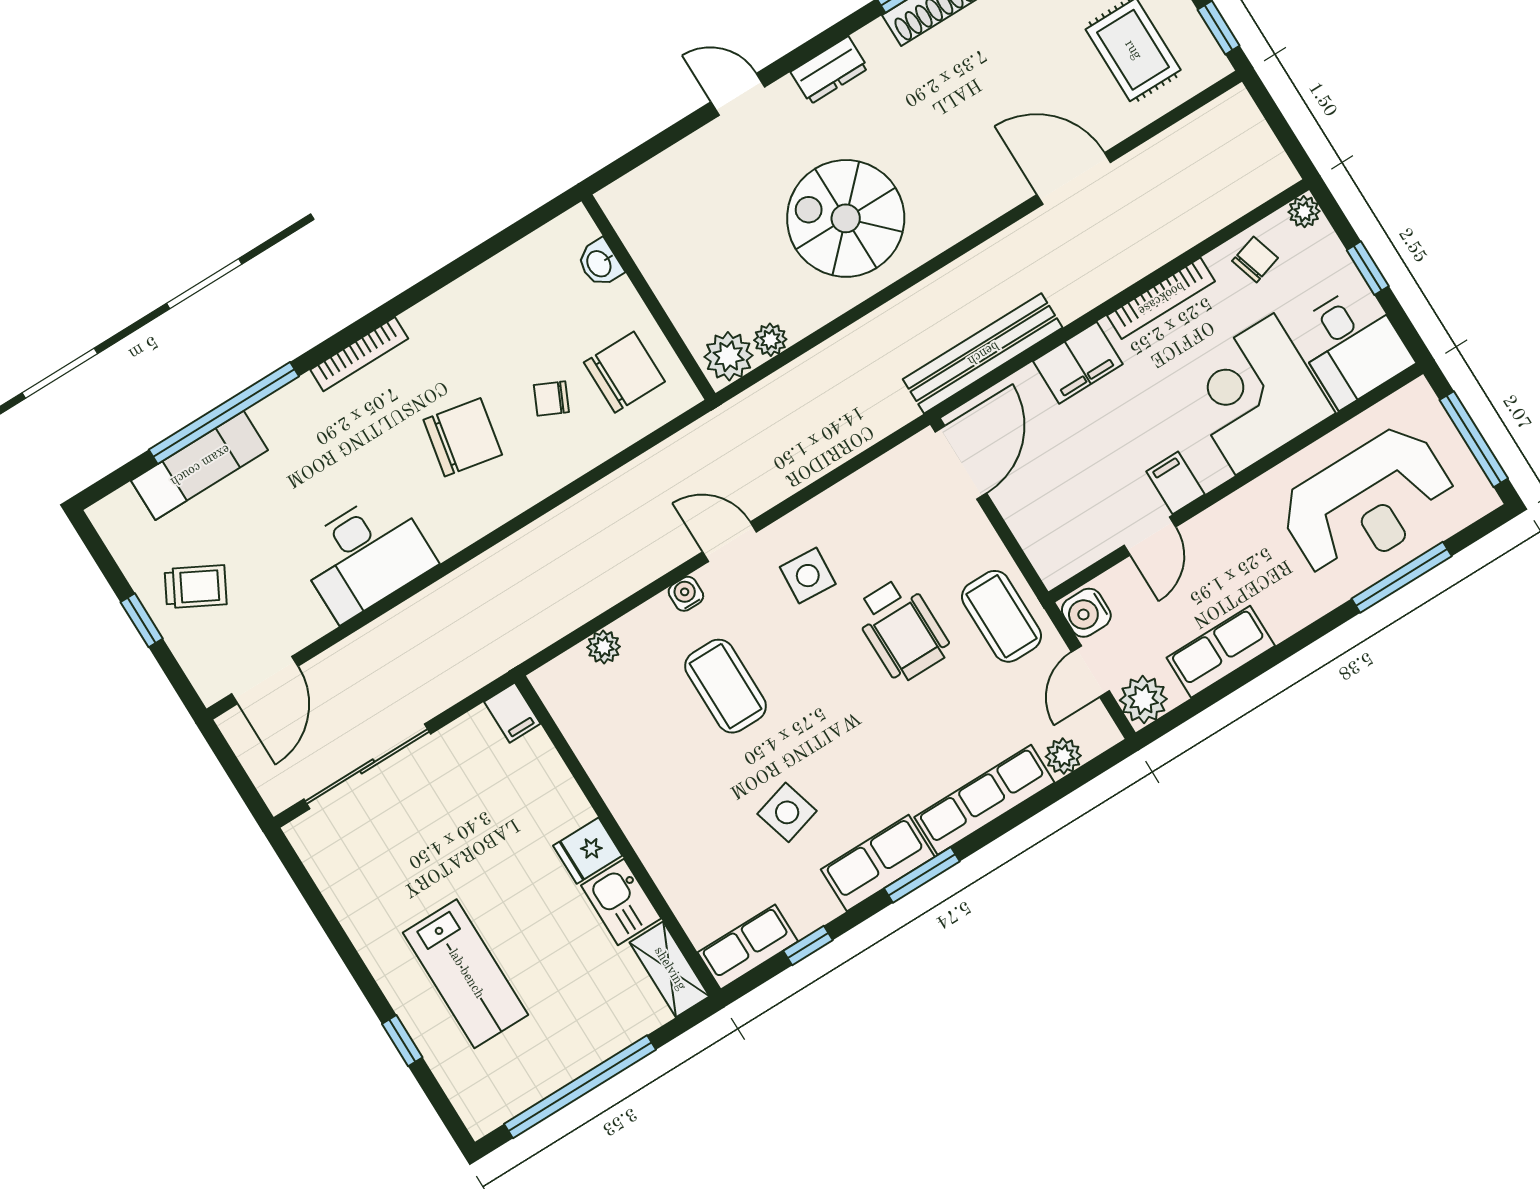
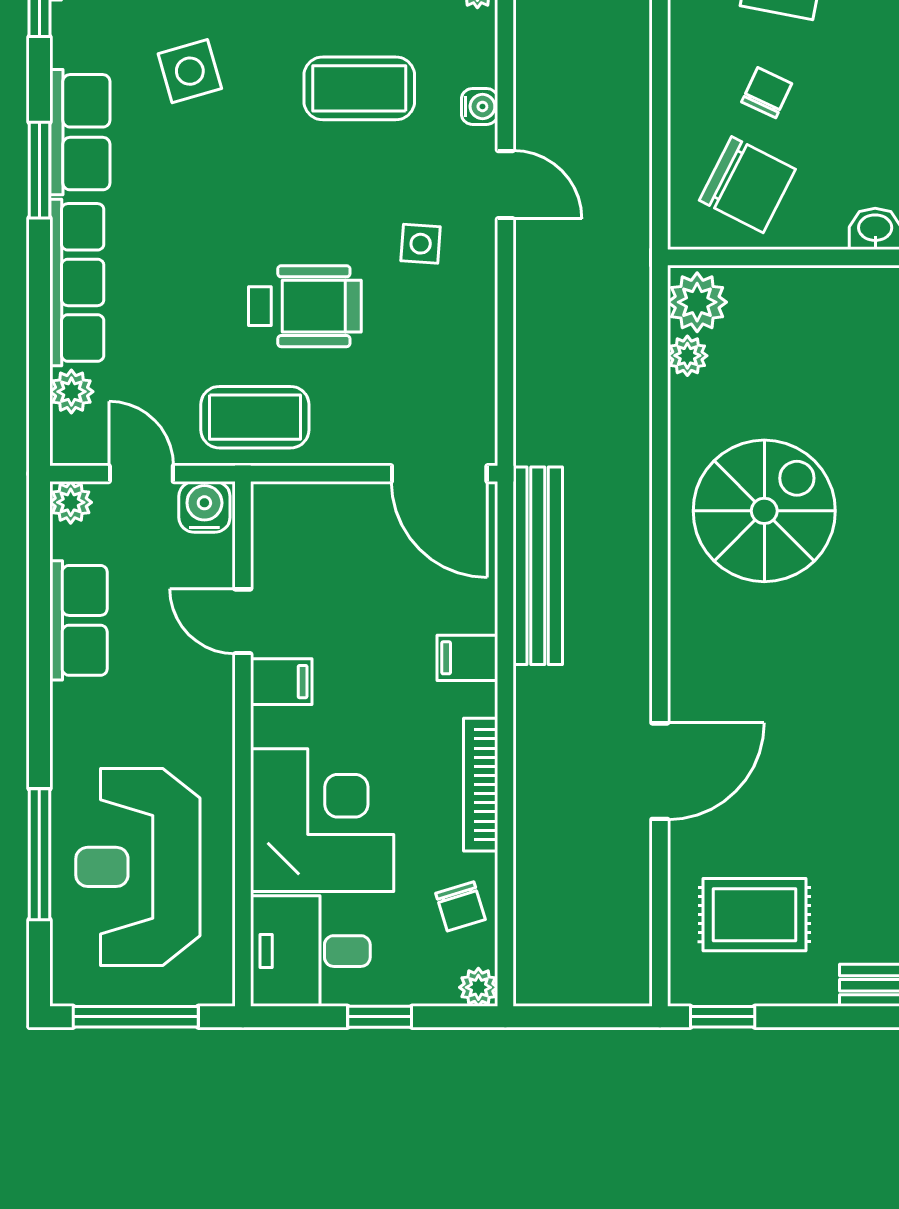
filing cabinet: (1078, 363) -> (467, 658), width x0.50
chair: (624, 372) -> (747, 185), turned -63
door: (729, 542) -> (505, 185), hinge flipped
side table: (808, 576) -> (421, 244), width x0.73, depth x0.73
wheelchair: (902, 630) -> (305, 306), turned 180
plant: (1143, 700) -> (71, 502), width x0.73, depth x0.73

